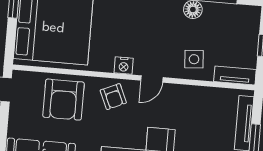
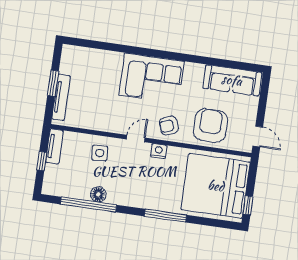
tv unit: (235, 75) -> (54, 146), moved, turned -90
armchair: (113, 97) -> (169, 126), turned -86

